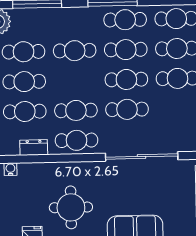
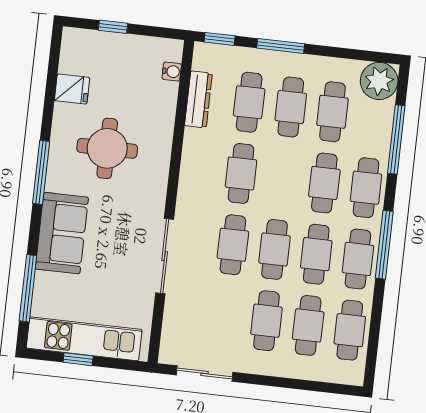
cafe table: (77, 140) -> (366, 188), moved
dresser: (34, 147) -> (198, 99), width x1.44
sliding door: (142, 157) -> (165, 256), width x0.73

